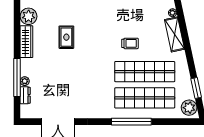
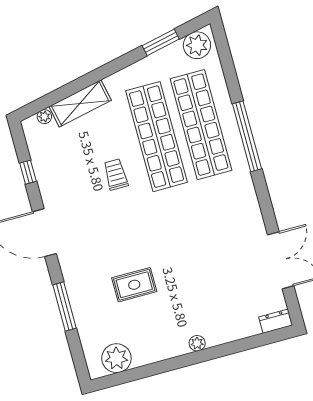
wardrobe: (26, 42) -> (160, 350), removed
window: (17, 77) -> (225, 350), removed
plant: (25, 81) -> (197, 343), moved
dresser: (25, 95) -> (276, 321), moved

